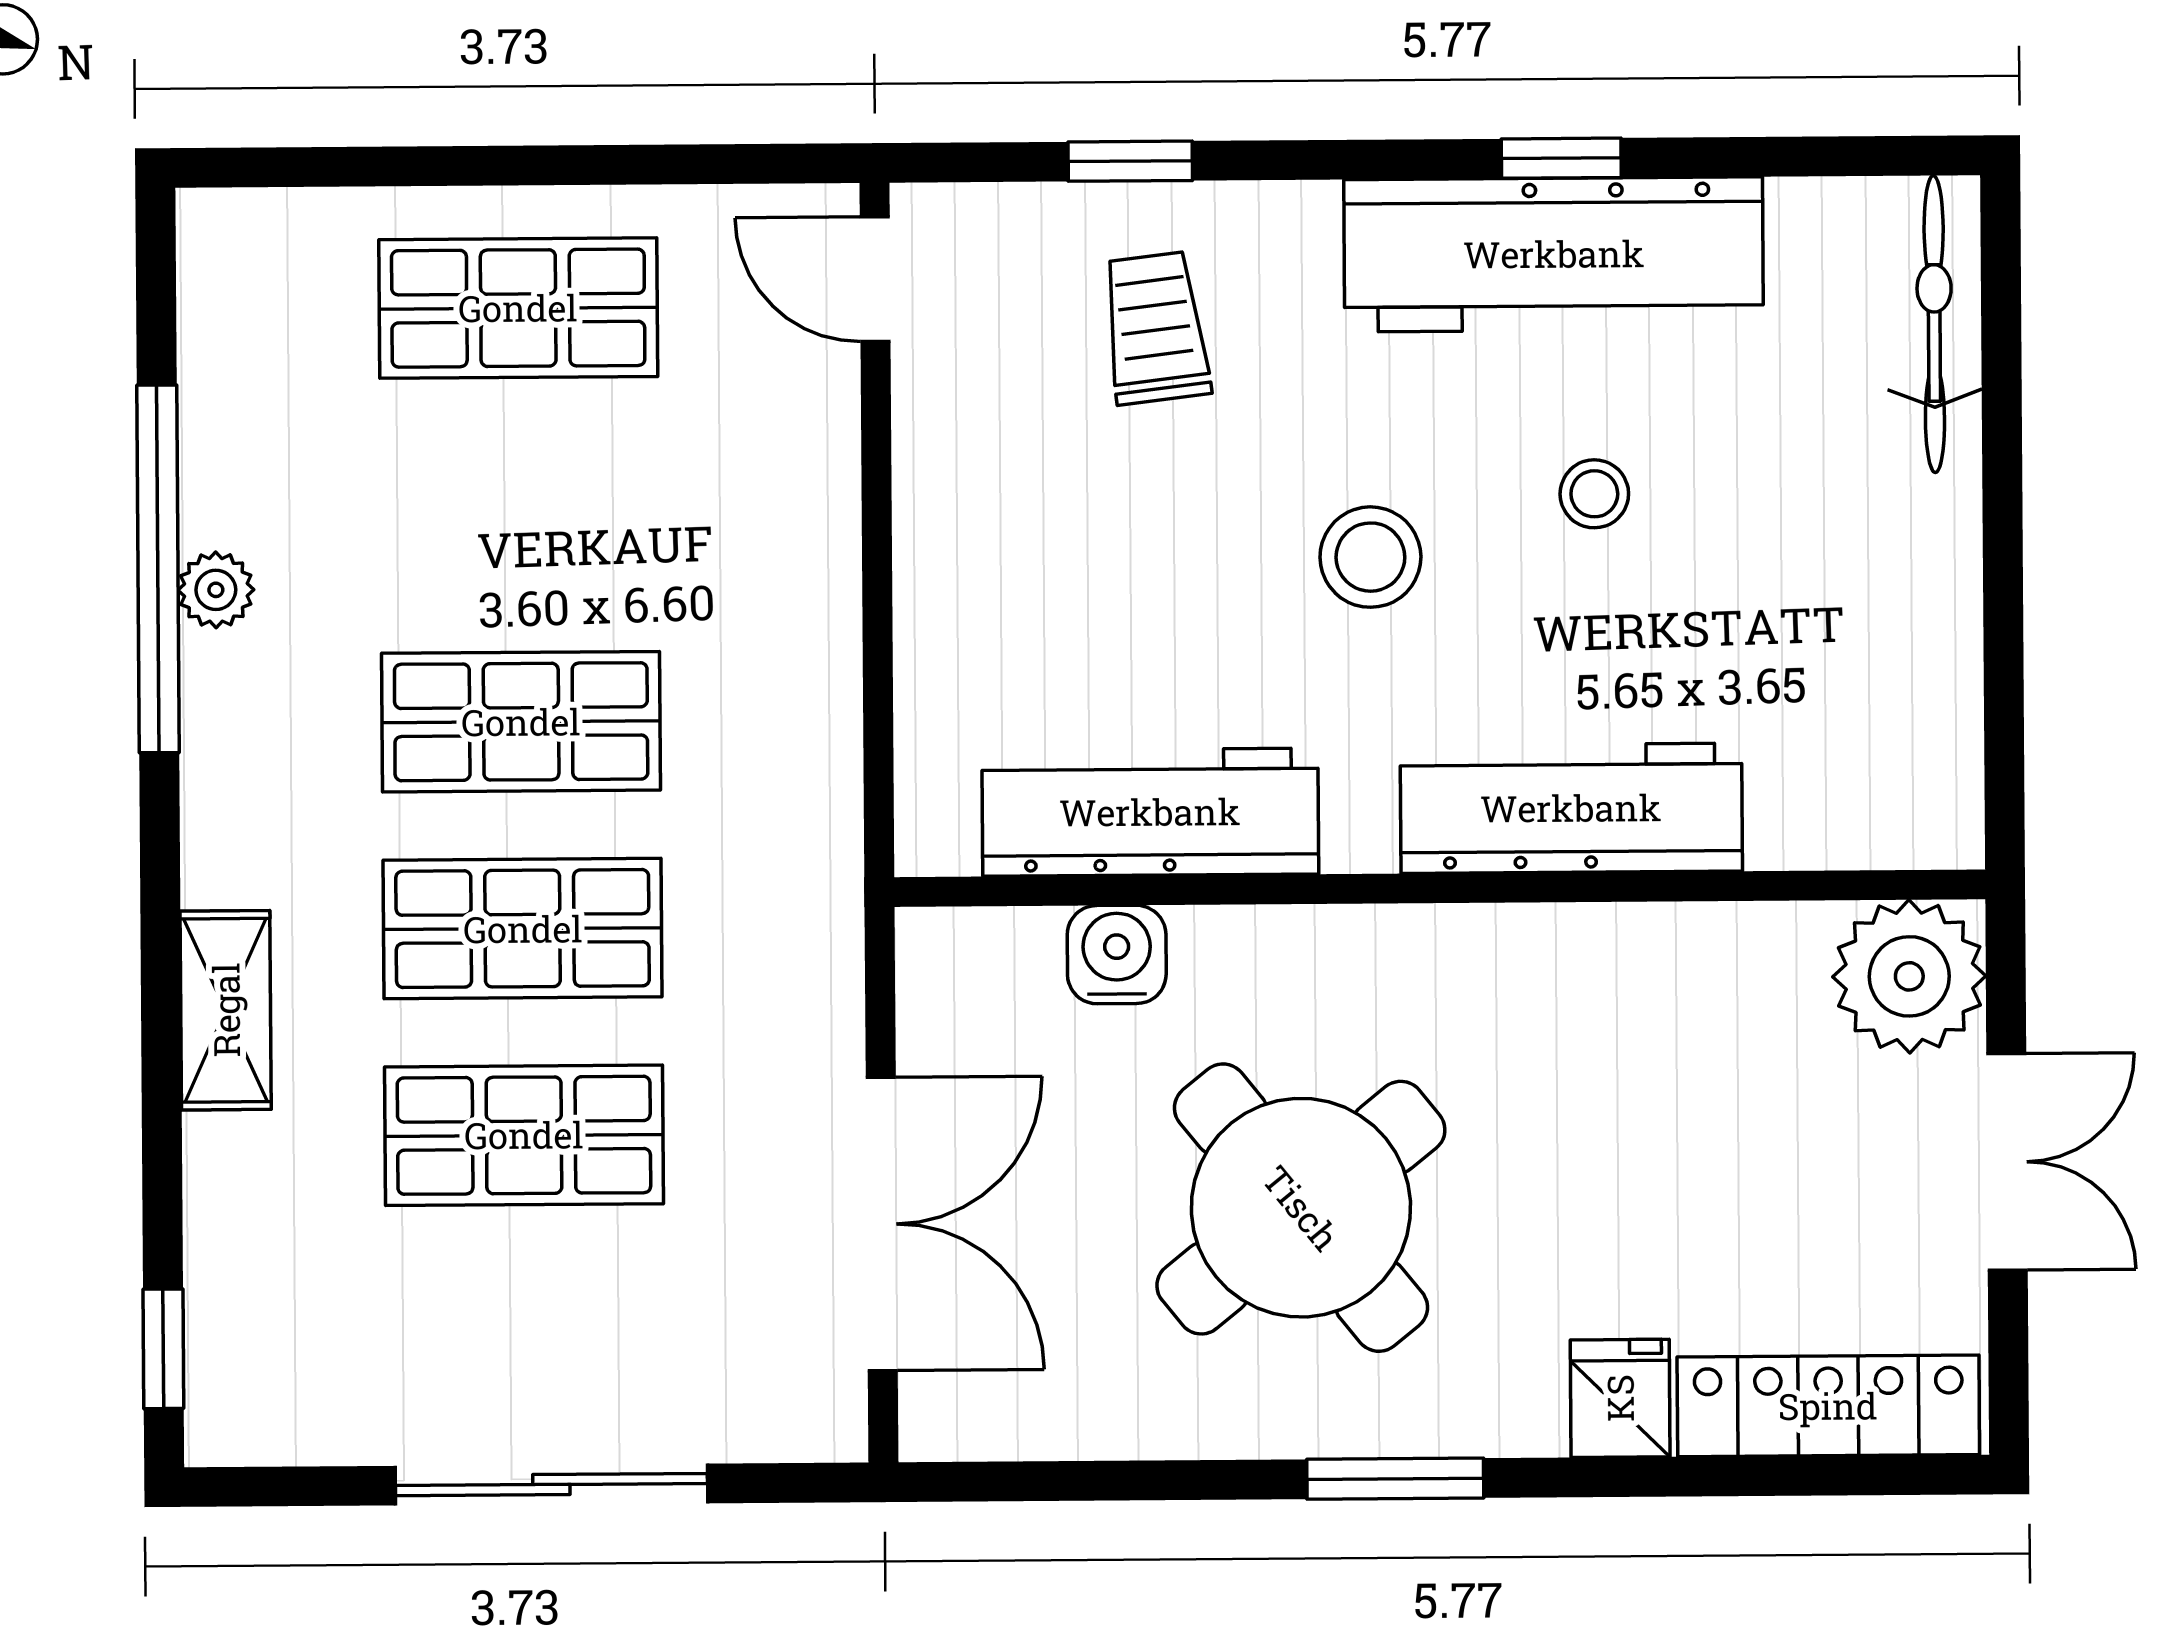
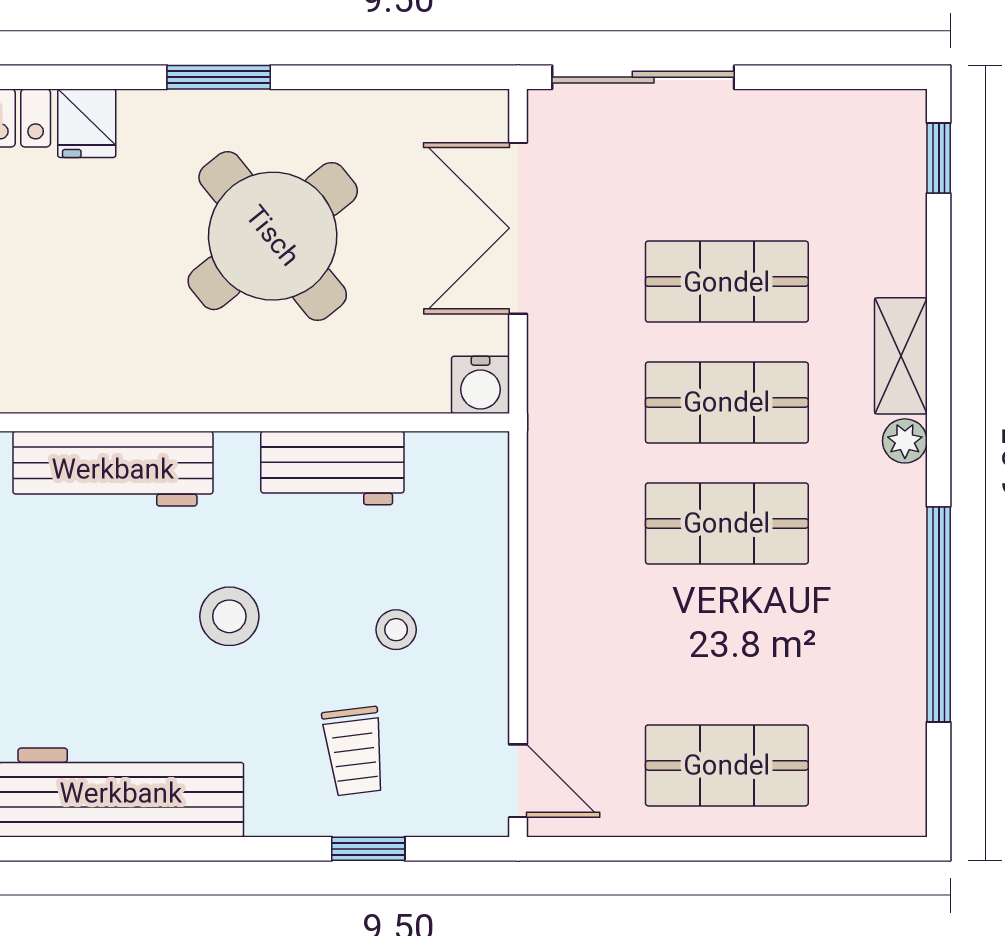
window: (1561, 158) -> (116, 849), removed
stool: (1594, 494) -> (396, 630), moved
plant: (216, 590) -> (905, 441), moved
workbench: (1150, 812) -> (332, 468), width x0.73
water cooler: (1117, 955) -> (480, 385), moved
sliding door: (551, 1485) -> (643, 77), moved

